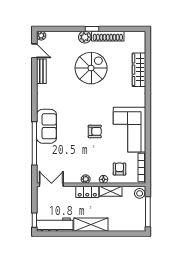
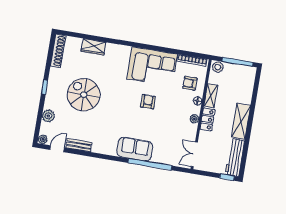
shoe rack: (108, 36) -> (58, 51), moved
plant: (85, 37) -> (48, 116), moved
wardrobe: (139, 70) -> (93, 47), width x0.67

